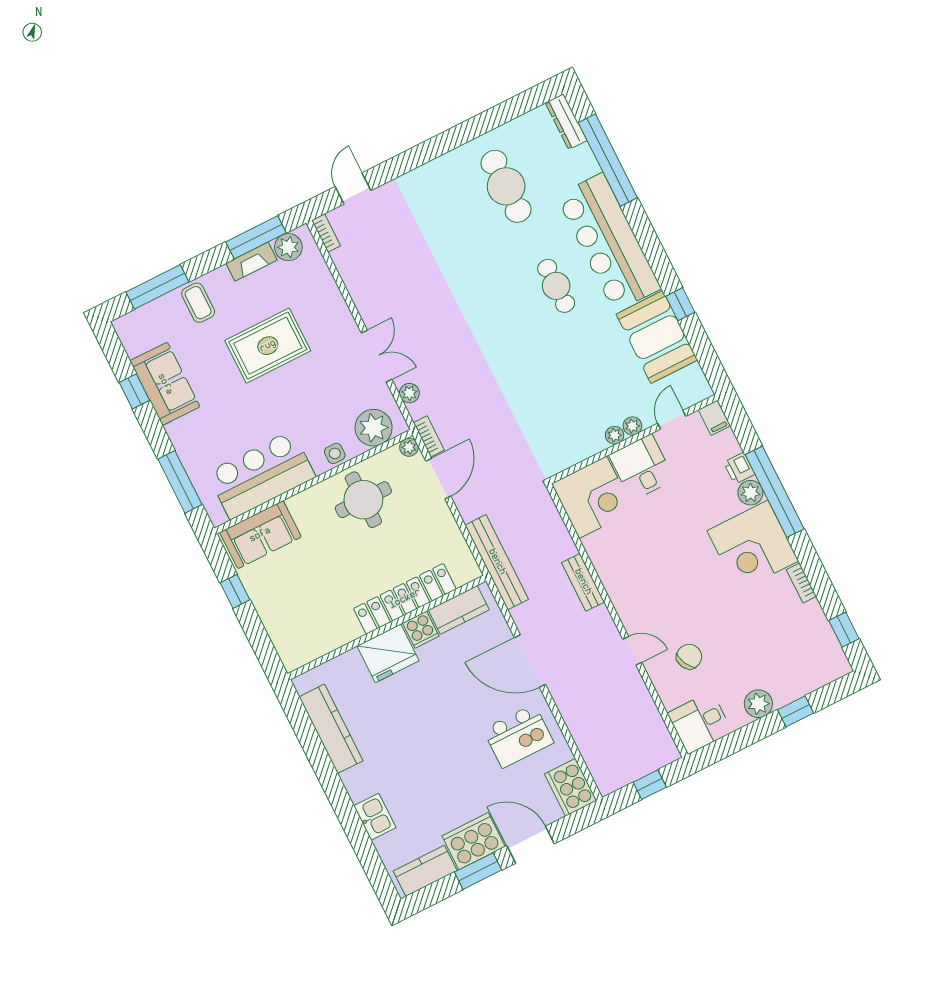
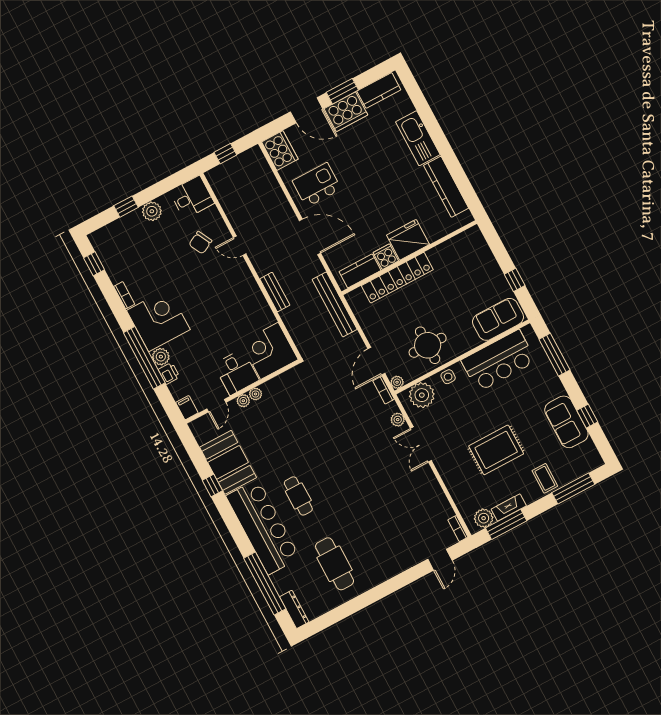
kitchen sink: (375, 817) -> (418, 138), width x1.88, depth x1.24

